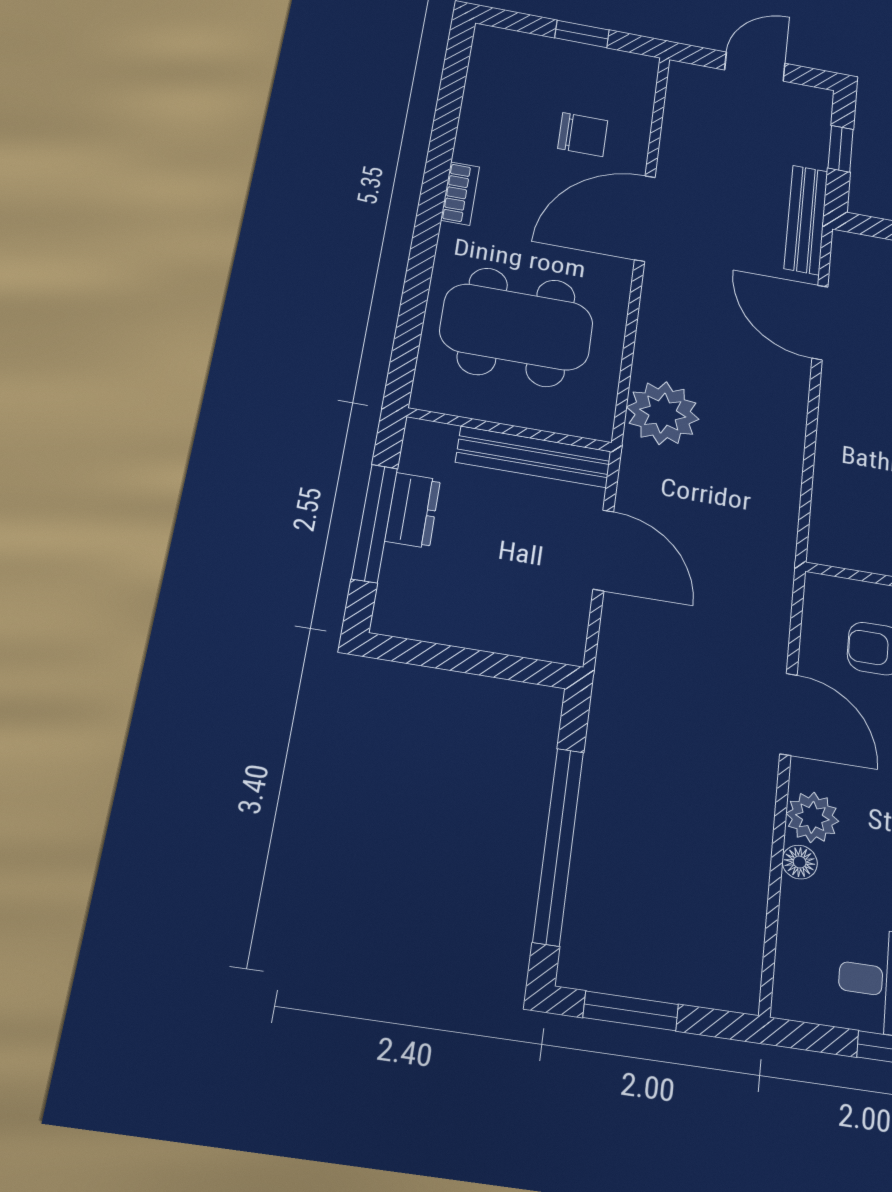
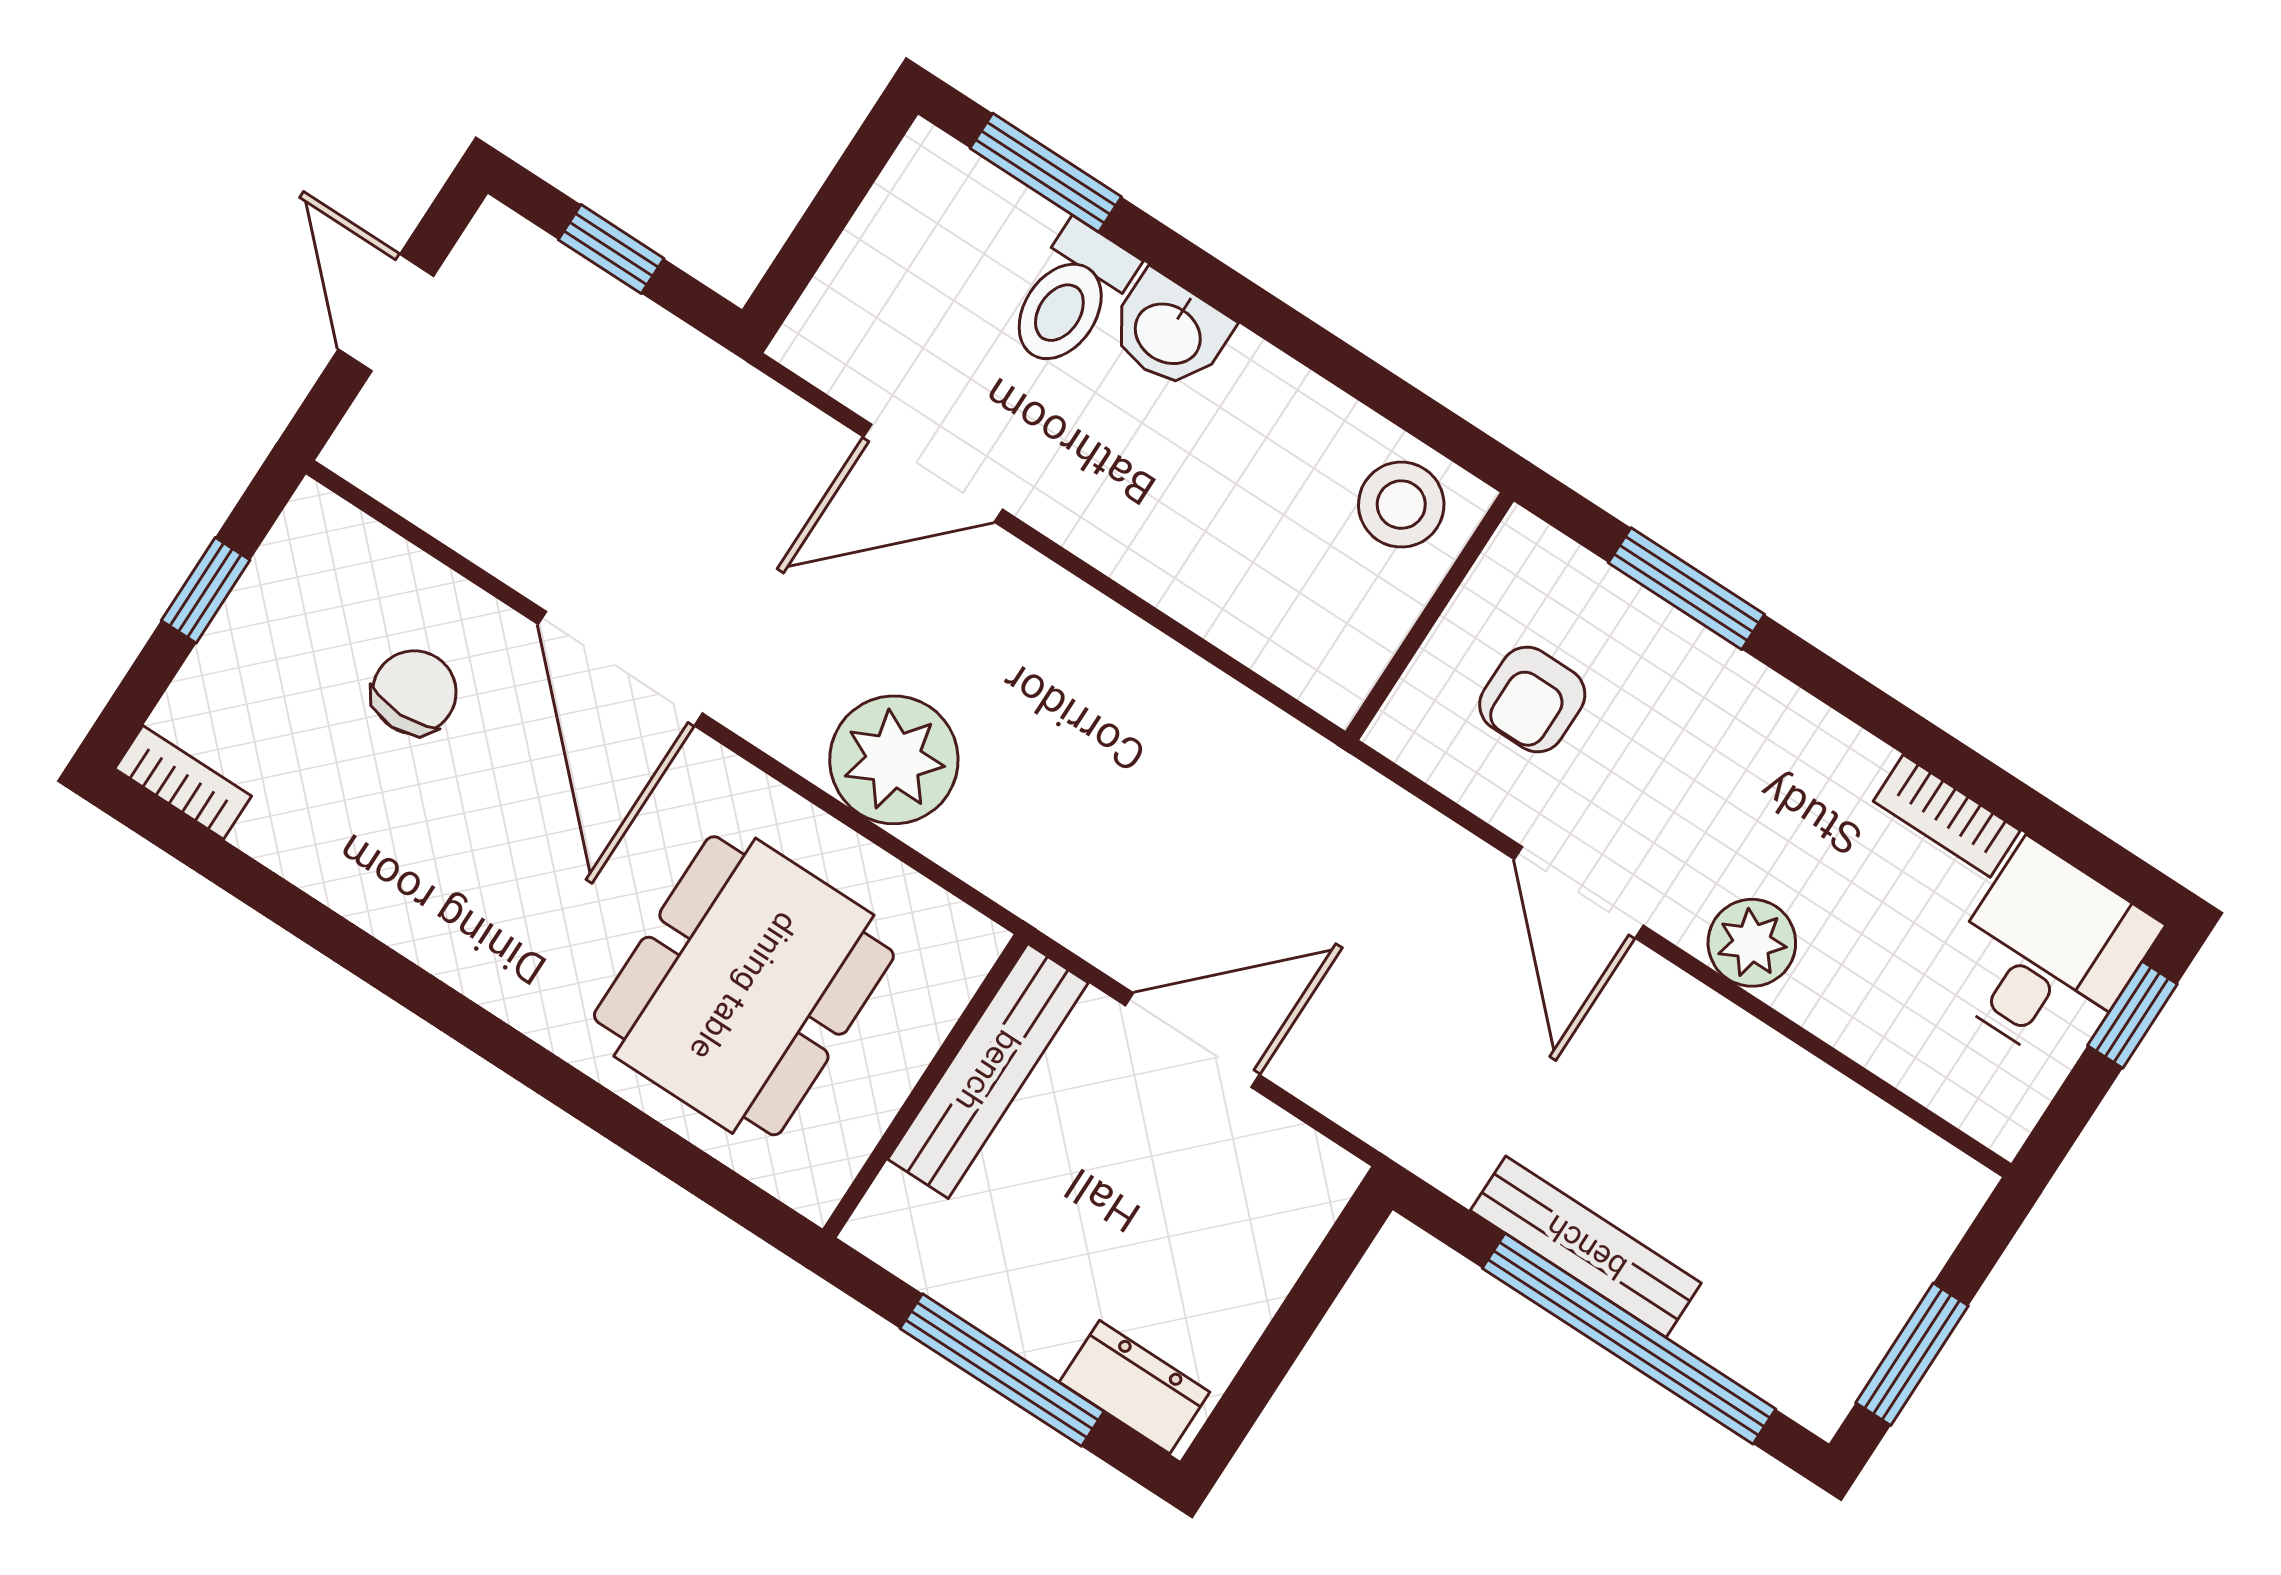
bookcase: (460, 193) -> (183, 782), moved
bench: (806, 220) -> (1586, 1247), moved
plant: (663, 413) -> (894, 760), moved
dresser: (413, 510) -> (1135, 1387), moved
door: (789, 714) -> (1579, 892), swing flipped
floor lamp: (800, 862) -> (1810, 999), removed

